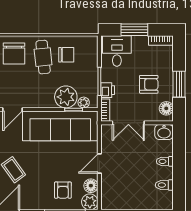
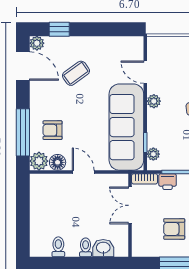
armchair: (149, 84) -> (174, 229), turned 90
plant: (66, 97) -> (154, 101), moved, width x0.53, depth x0.53
floor lamp: (166, 108) -> (147, 249), removed
washbasin: (164, 132) -> (103, 248), moved, turned 90

